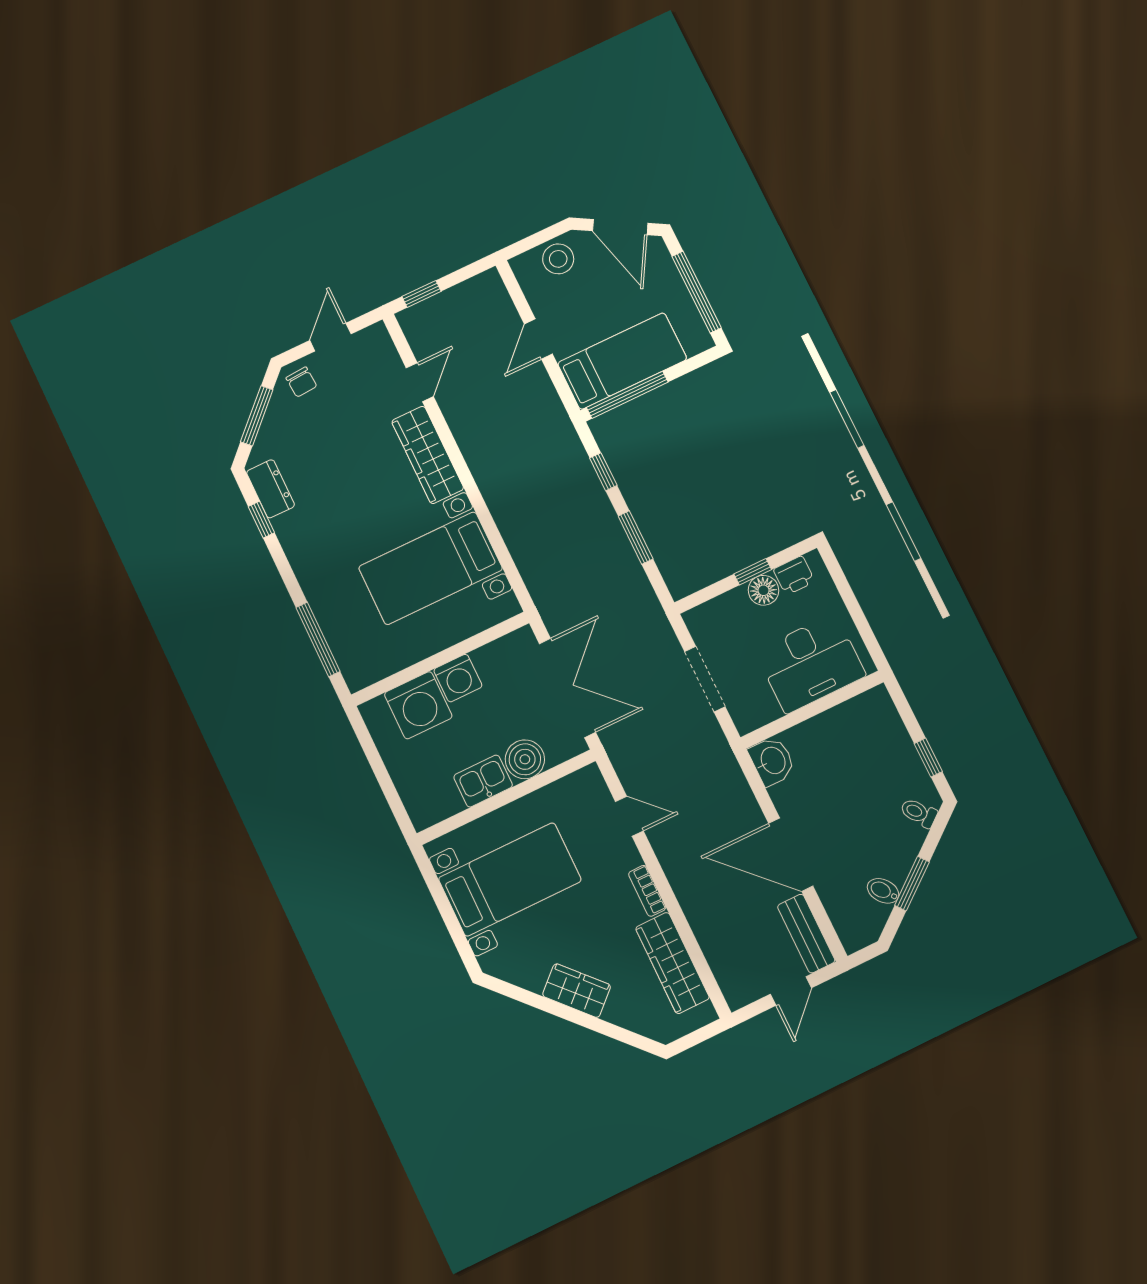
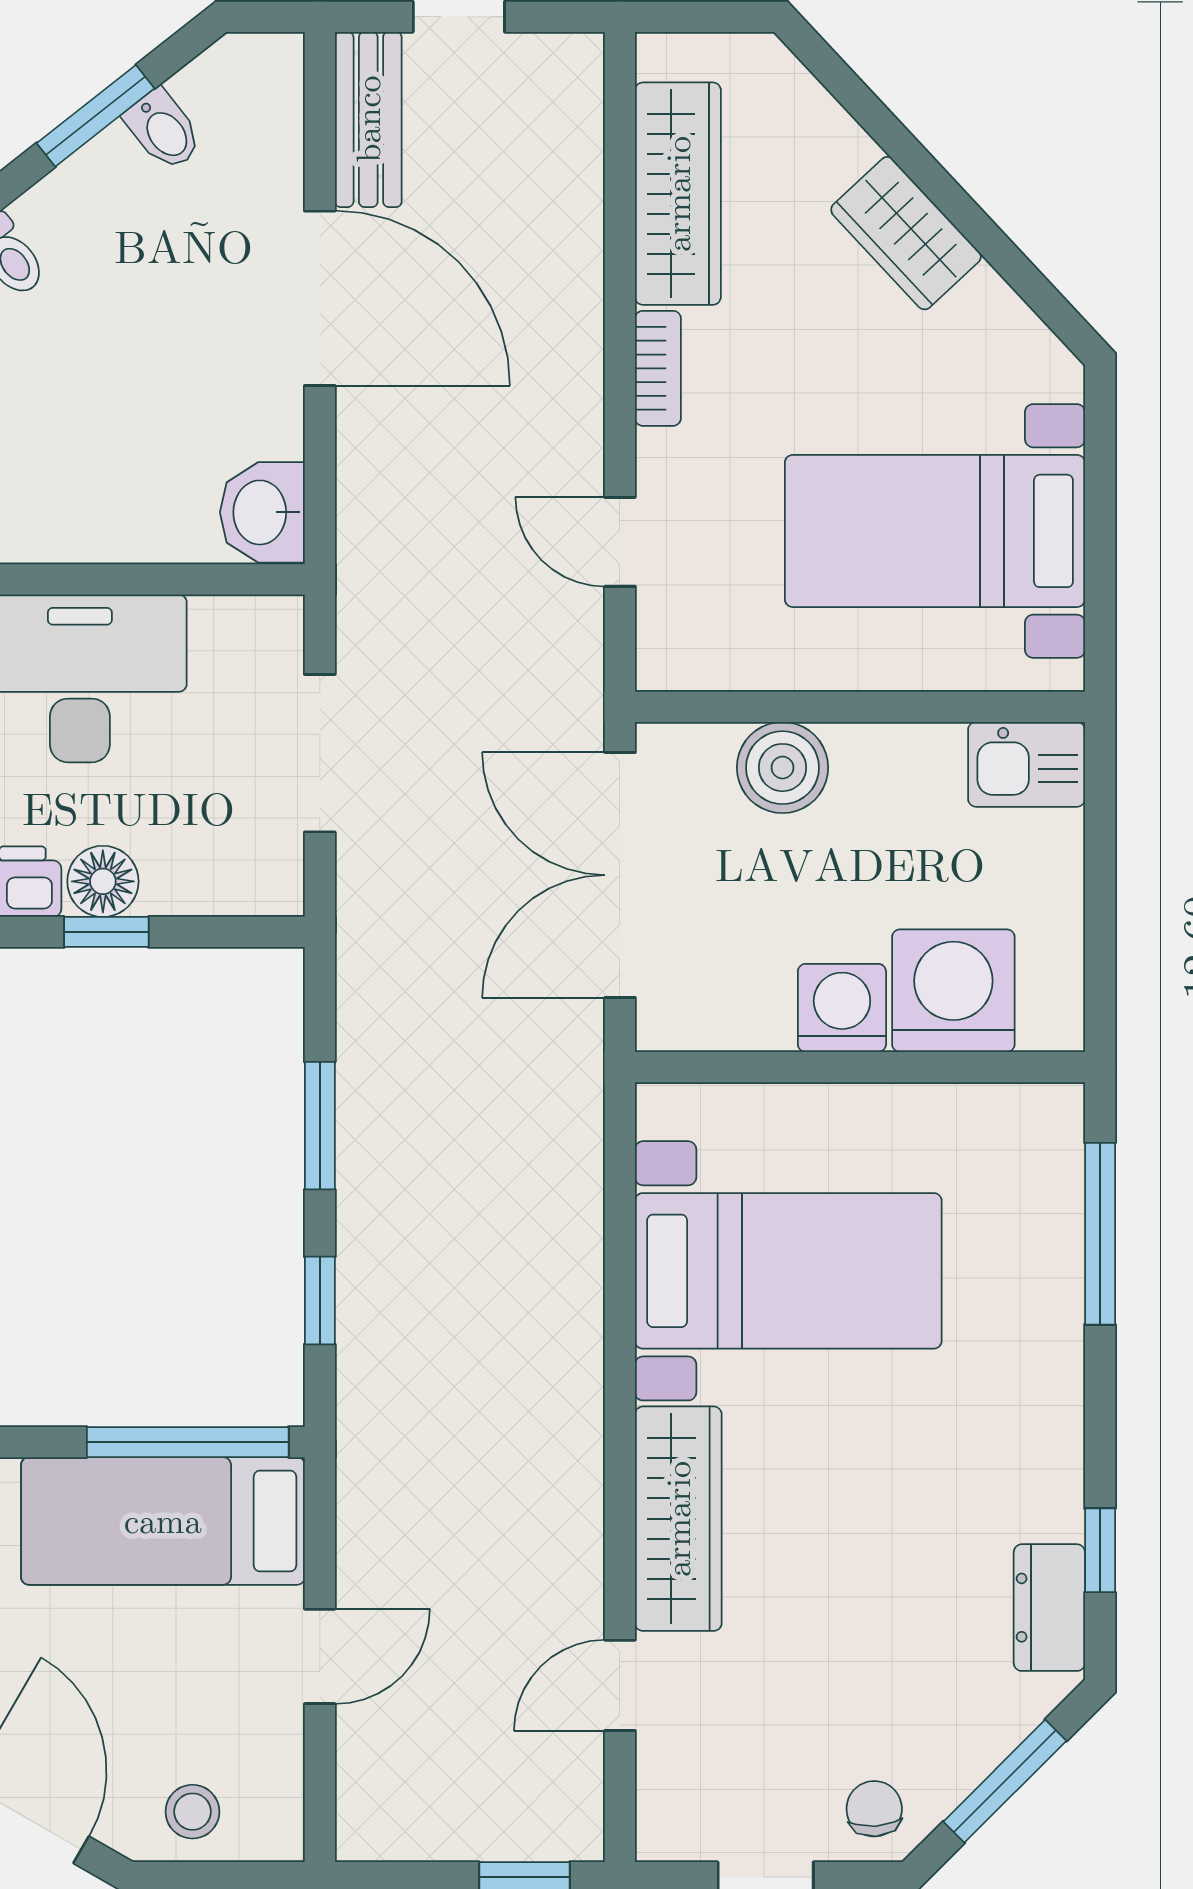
stool: (558, 259) -> (192, 1812), width x0.73, depth x0.73
kitchen sink: (483, 781) -> (1027, 764), moved

